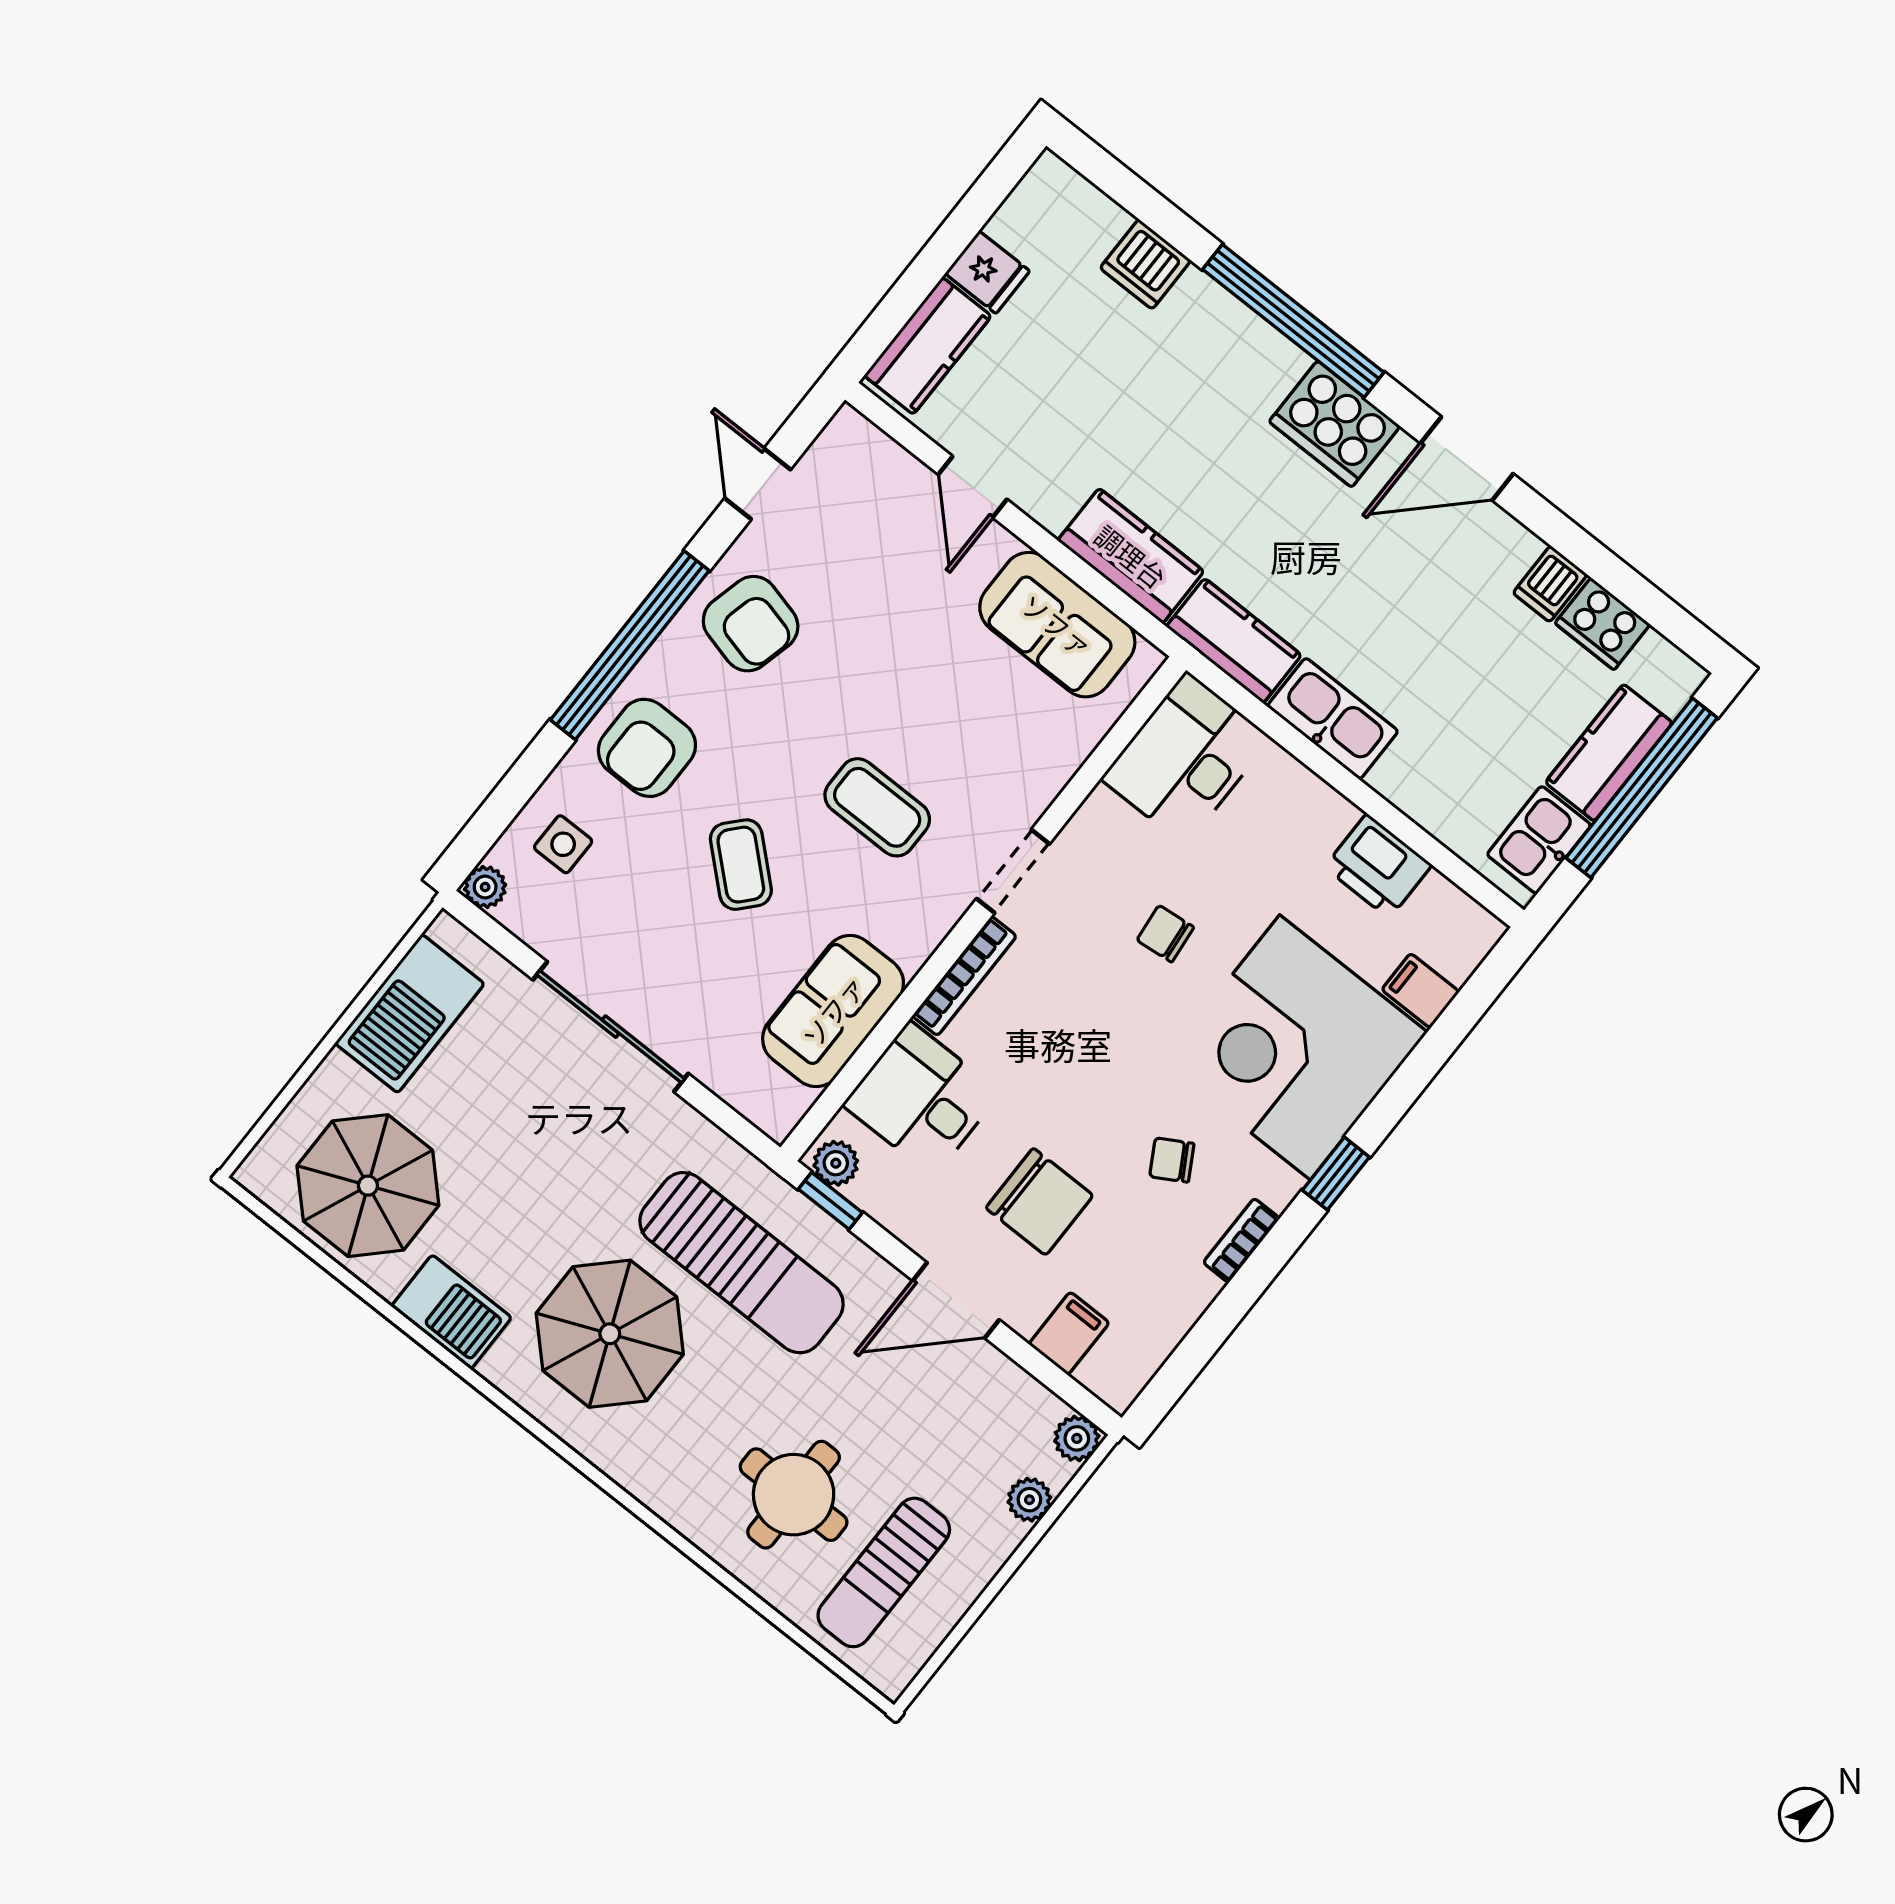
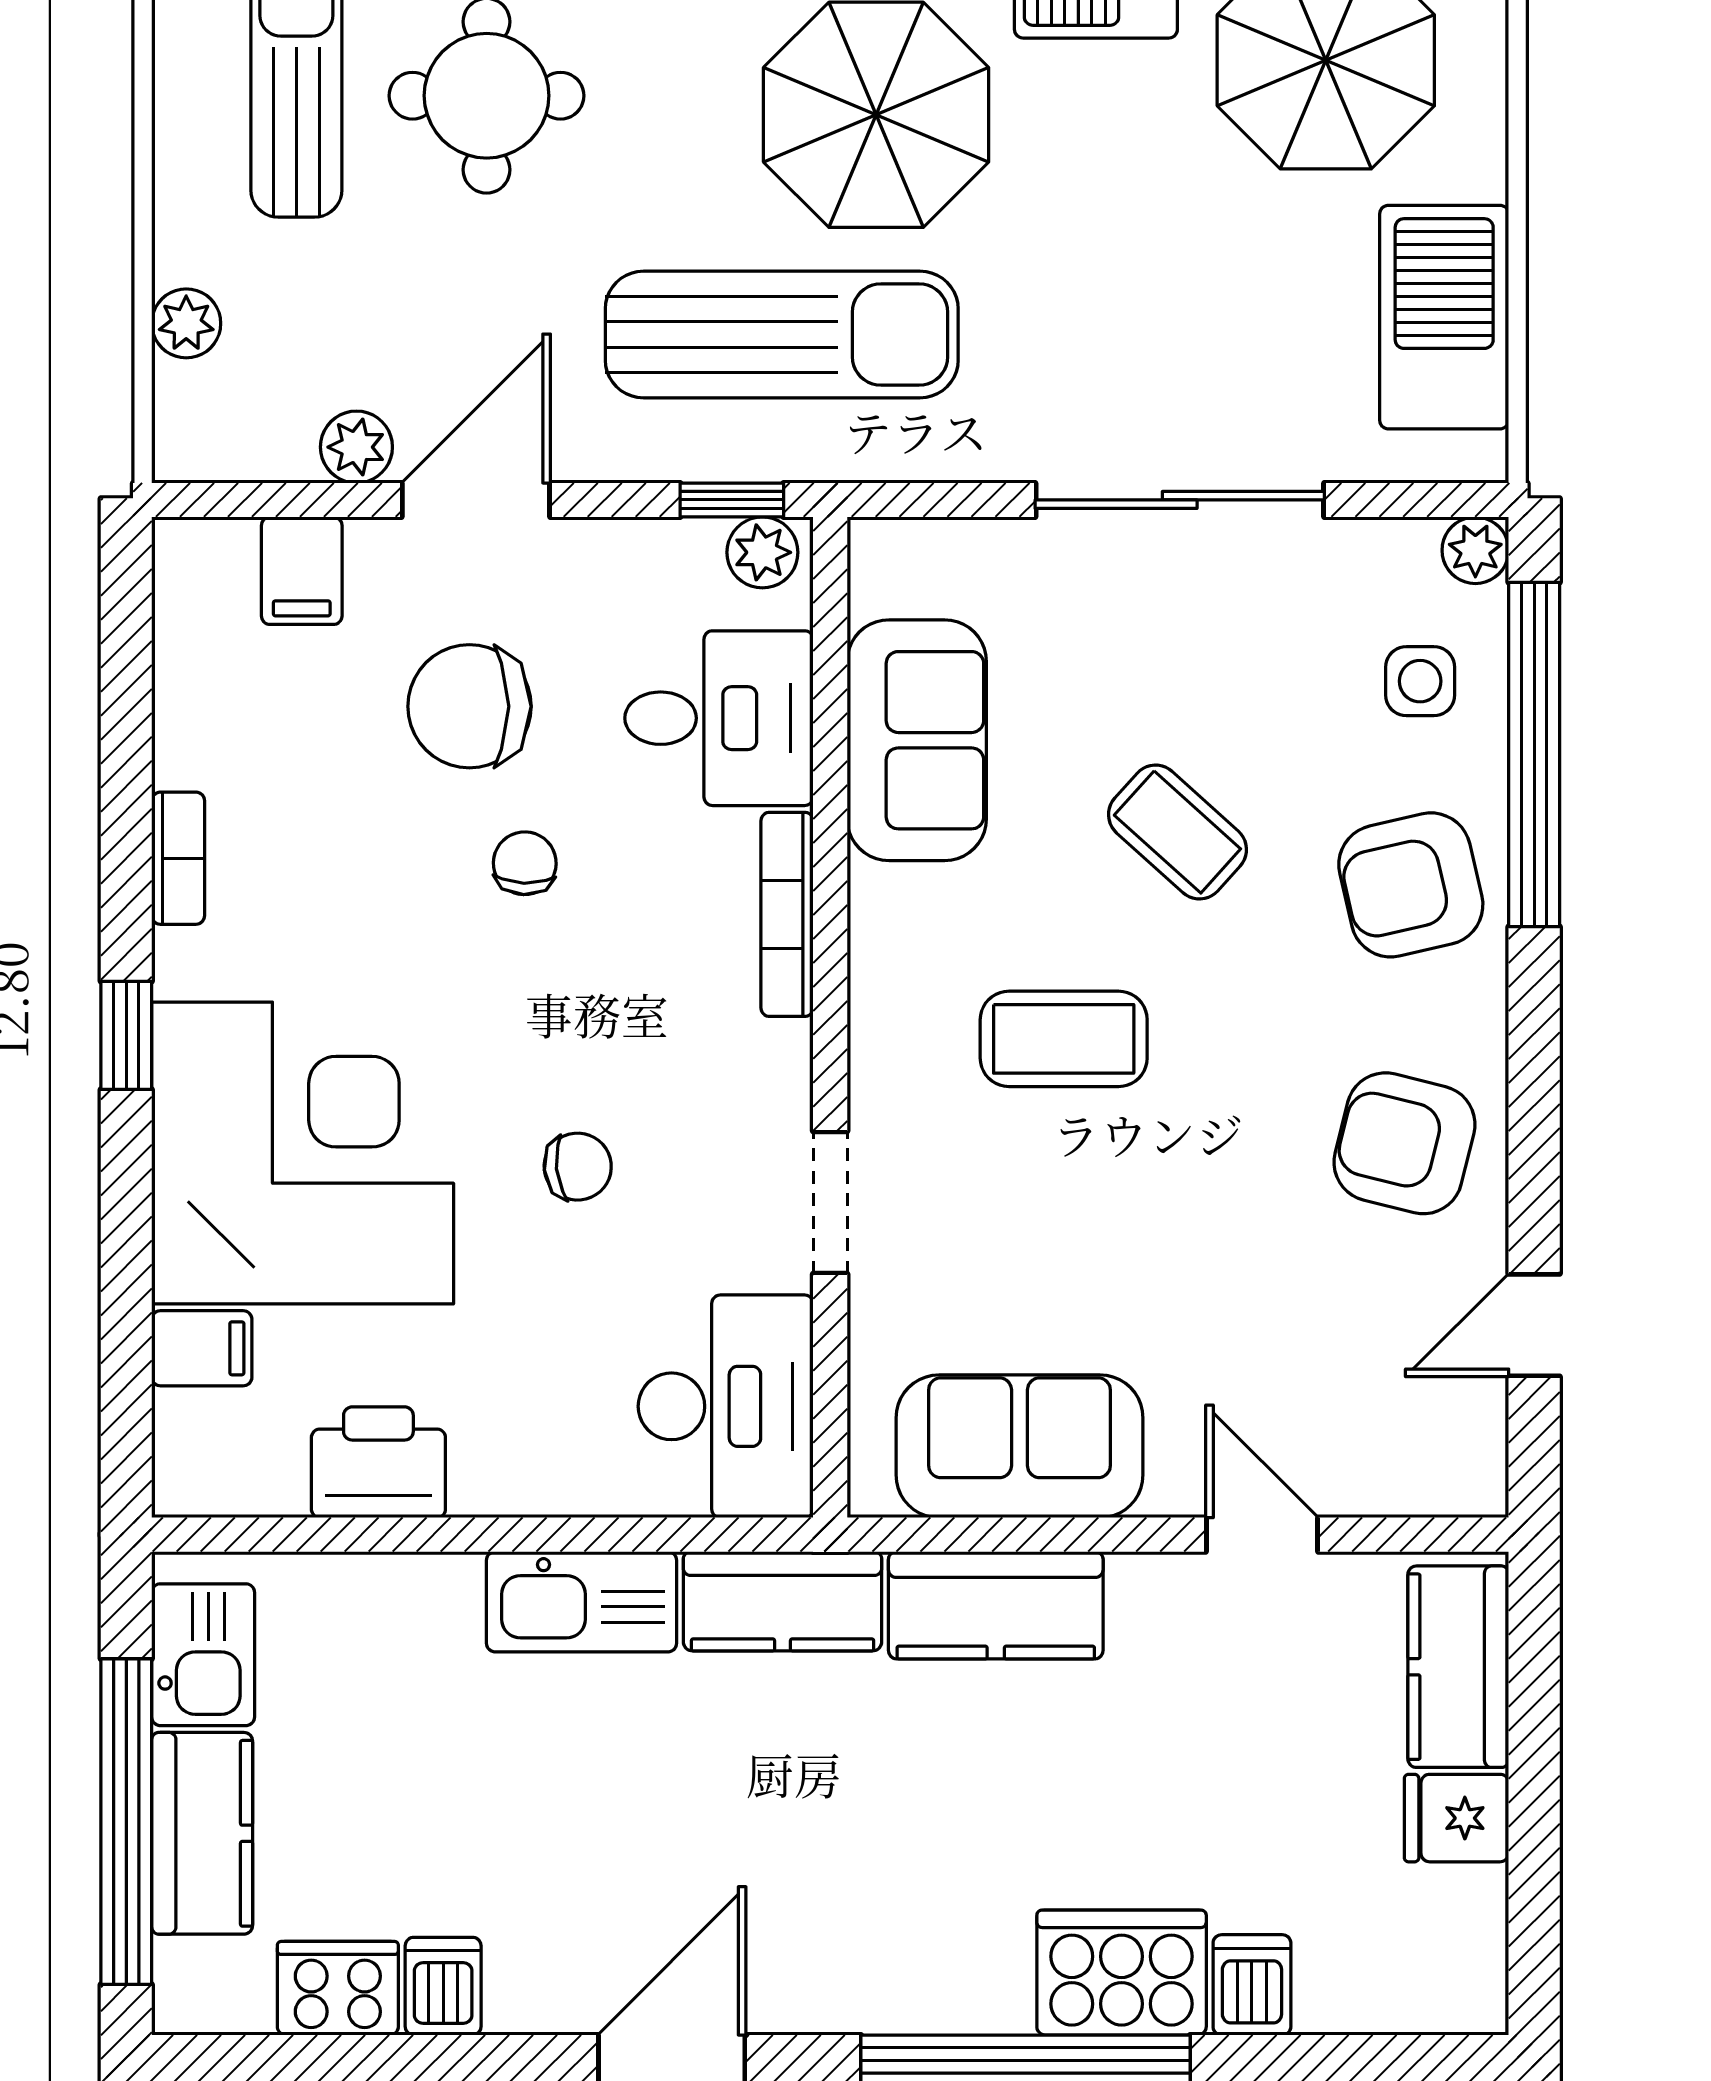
dishwasher: (1145, 264) -> (1252, 1985), width x0.73
cooker: (1335, 424) -> (1122, 1973), moved
door: (758, 484) -> (1534, 1325), swing flipped
window: (630, 645) -> (1534, 755), moved
armchair: (647, 748) -> (1411, 885), turned -103
doorway: (1013, 871) -> (830, 1202), moved
chair: (1172, 1160) -> (525, 863), moved, turned -58
sun lounger: (742, 1263) -> (782, 334), turned 180
plant: (1077, 1438) -> (356, 447), moved

